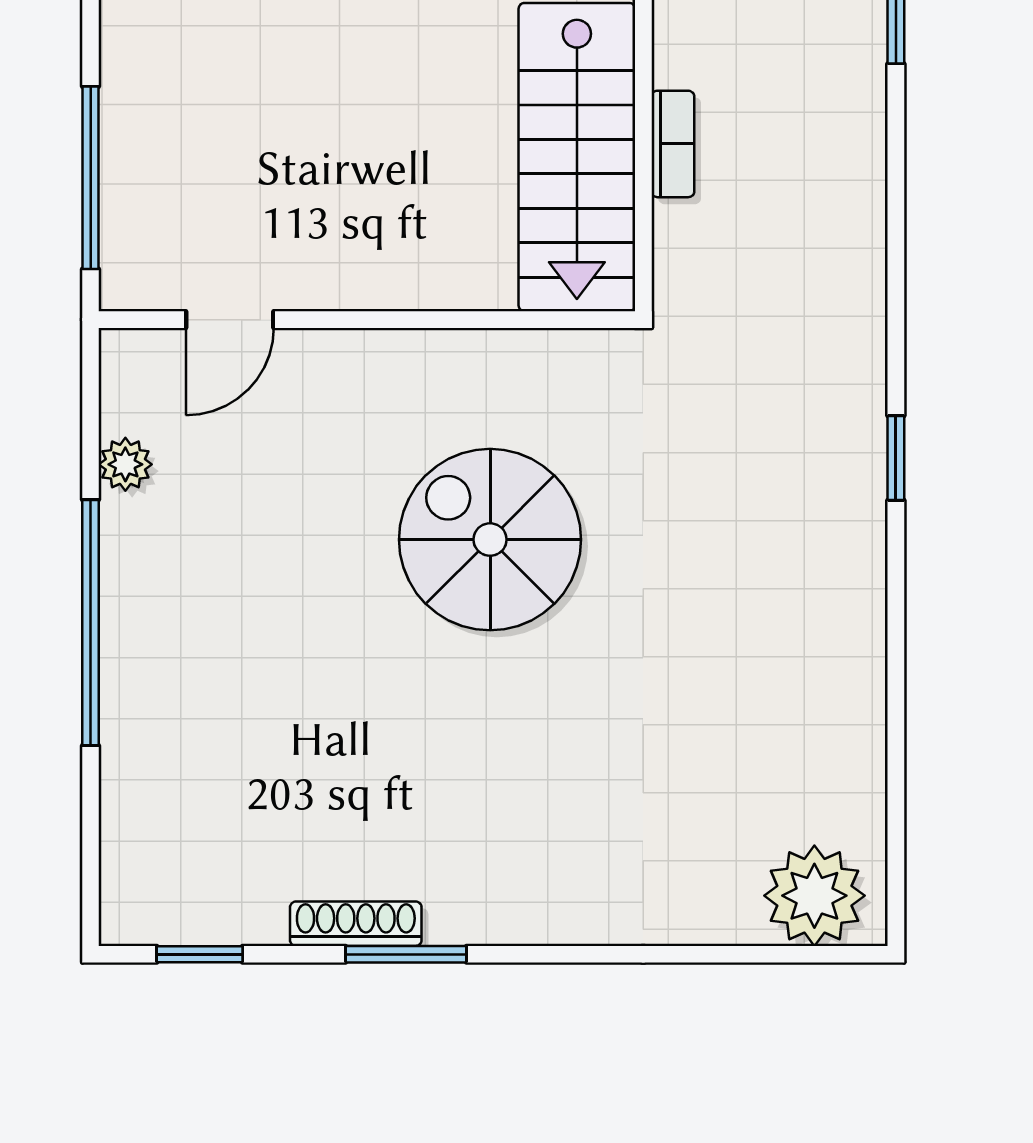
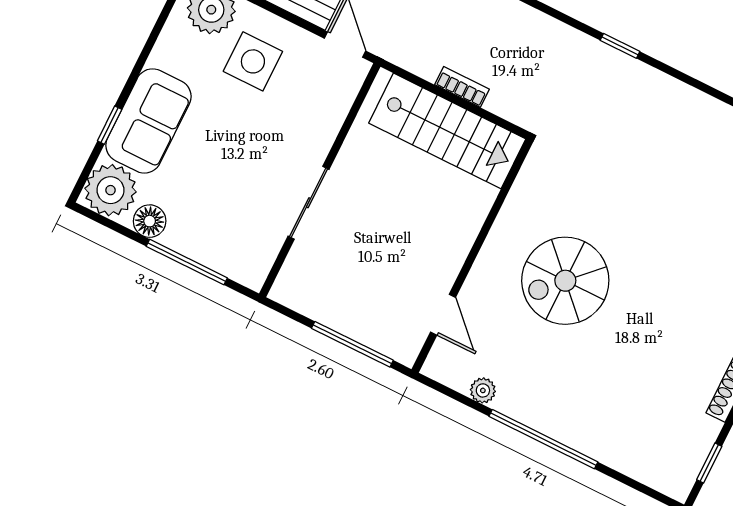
window: (896, 458) -> (620, 46), moved
spiral stairs: (490, 540) -> (565, 281), moved

